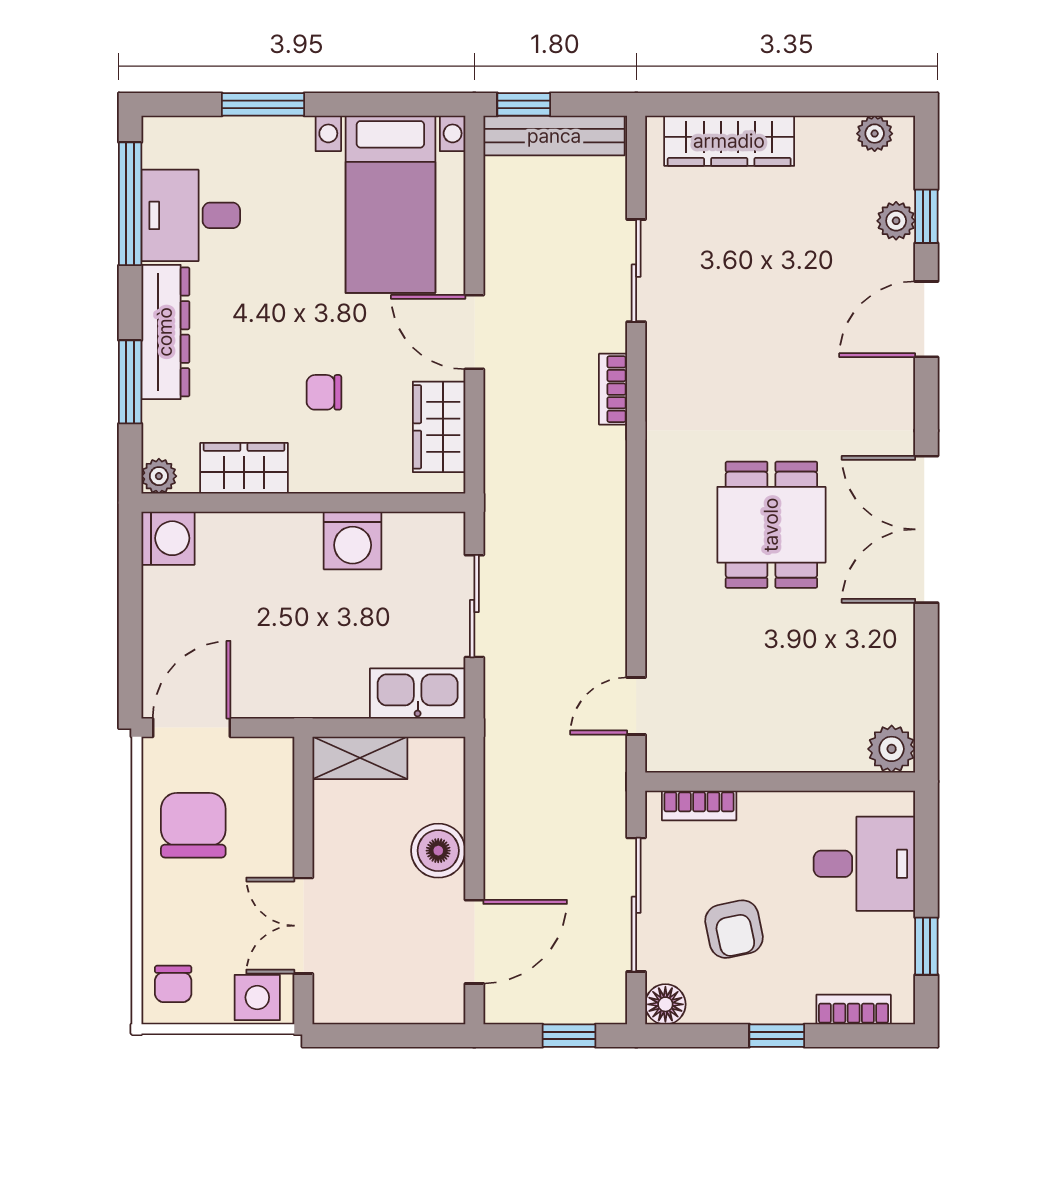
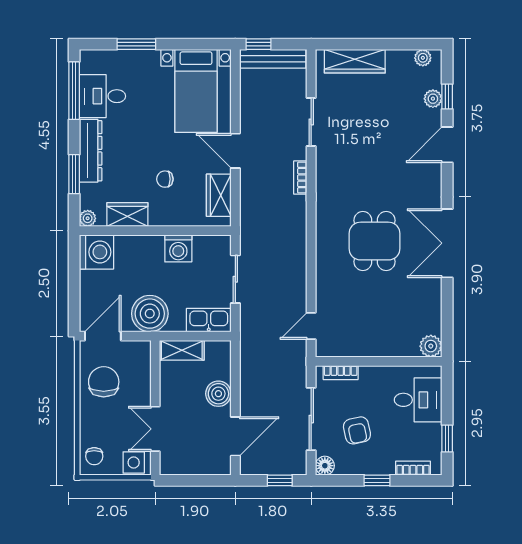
washing machine: (168, 538) -> (96, 252), width x1.37, depth x1.37
boiler: (292, 680) -> (150, 314), added

